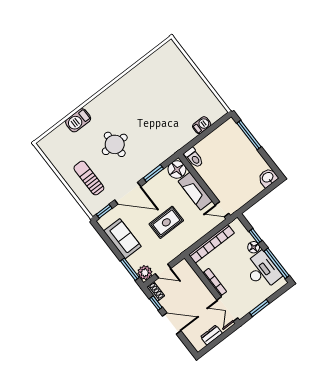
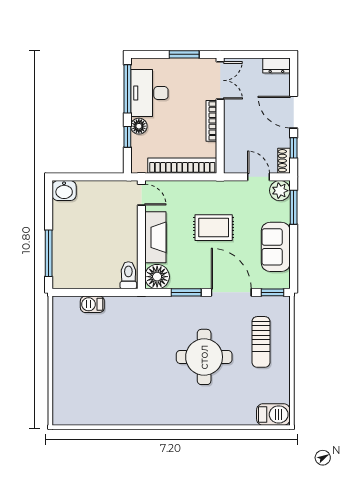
barbecue: (78, 120) -> (273, 414), moved
round table: (115, 144) -> (204, 357), width x1.36, depth x1.36
dresser: (211, 335) -> (276, 66), moved

